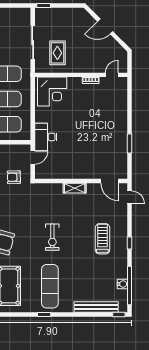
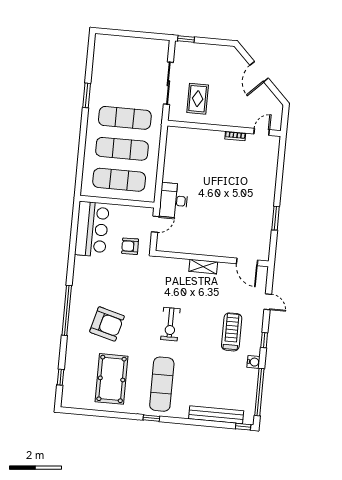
door: (105, 26) -> (259, 72), hinge flipped
corner desk: (52, 92) -> (187, 145), removed
door: (129, 197) -> (268, 302), moved
water cooler: (122, 284) -> (253, 362), moved

